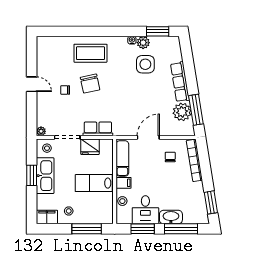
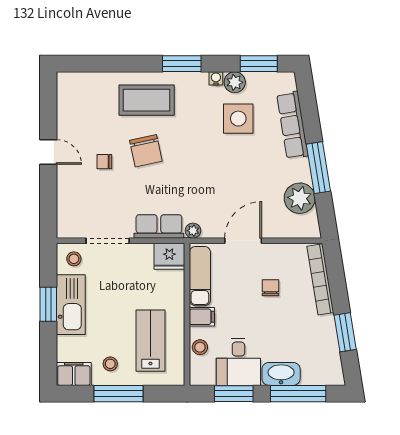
window: (112, 31) -> (182, 64), added
row of seats: (180, 82) -> (293, 125), moved
window: (196, 110) -> (318, 168), moved
plant: (41, 131) -> (193, 231), moved
fridge: (90, 147) -> (169, 256), moved
chair: (170, 157) -> (271, 288), moved
lab bench: (94, 183) -> (150, 341), moved, turned 90
window: (211, 202) -> (345, 332), moved
window: (87, 229) -> (119, 394), moved

